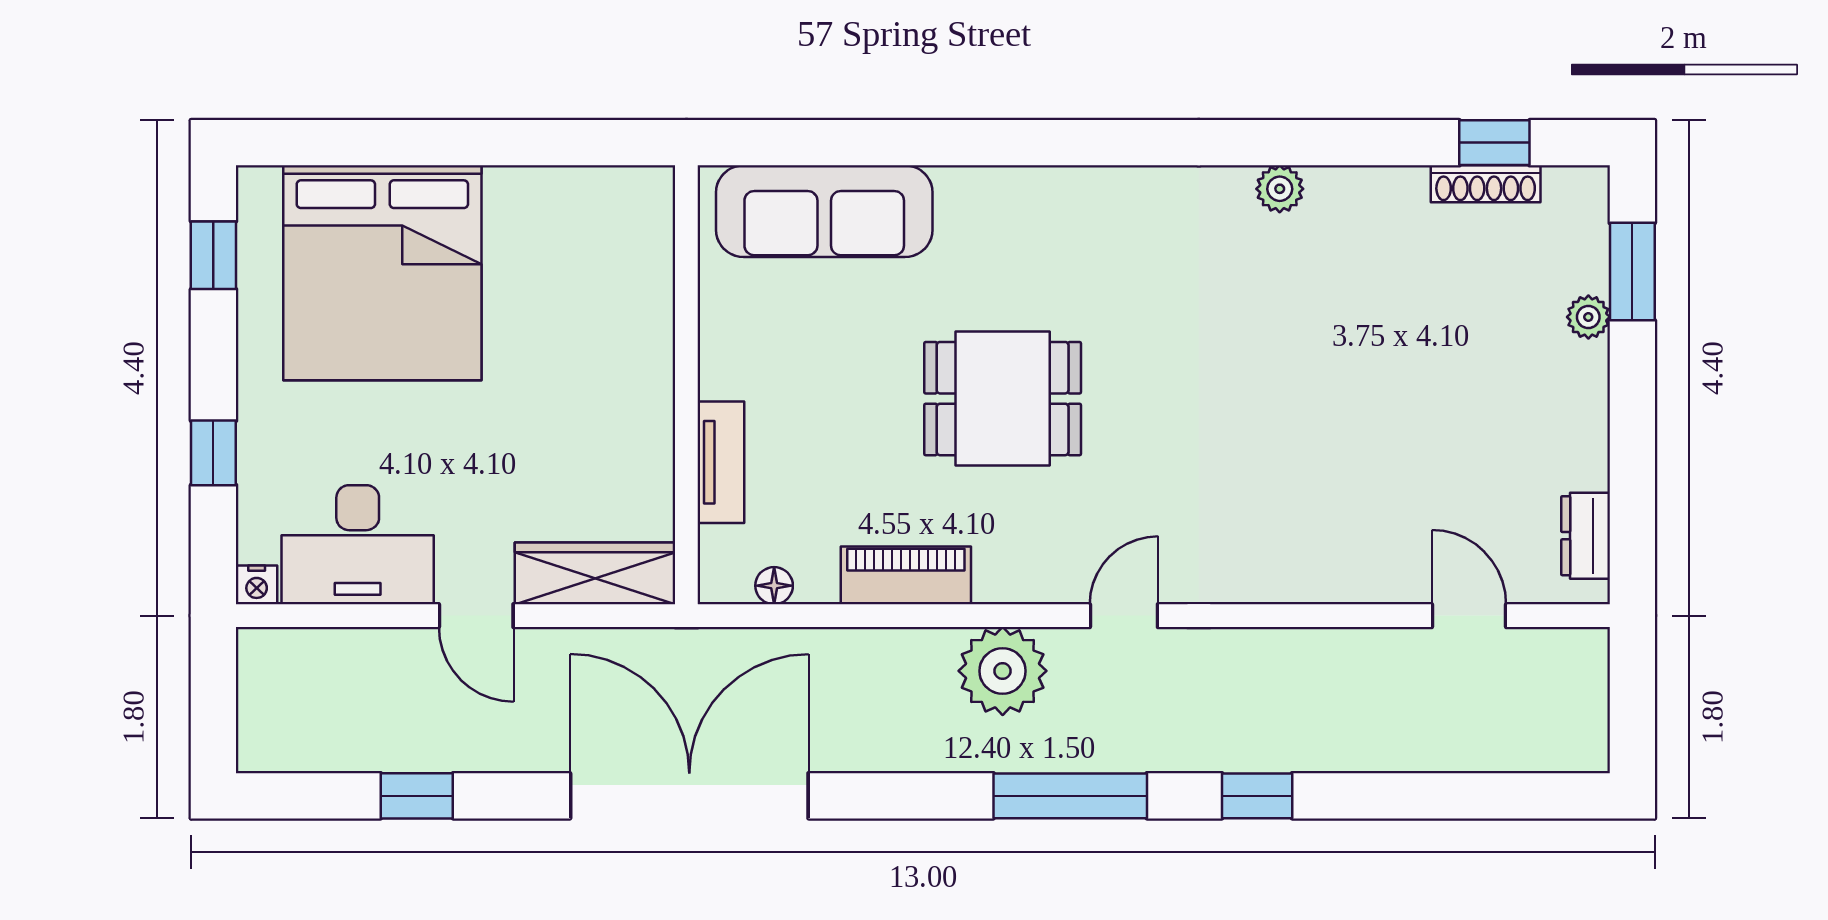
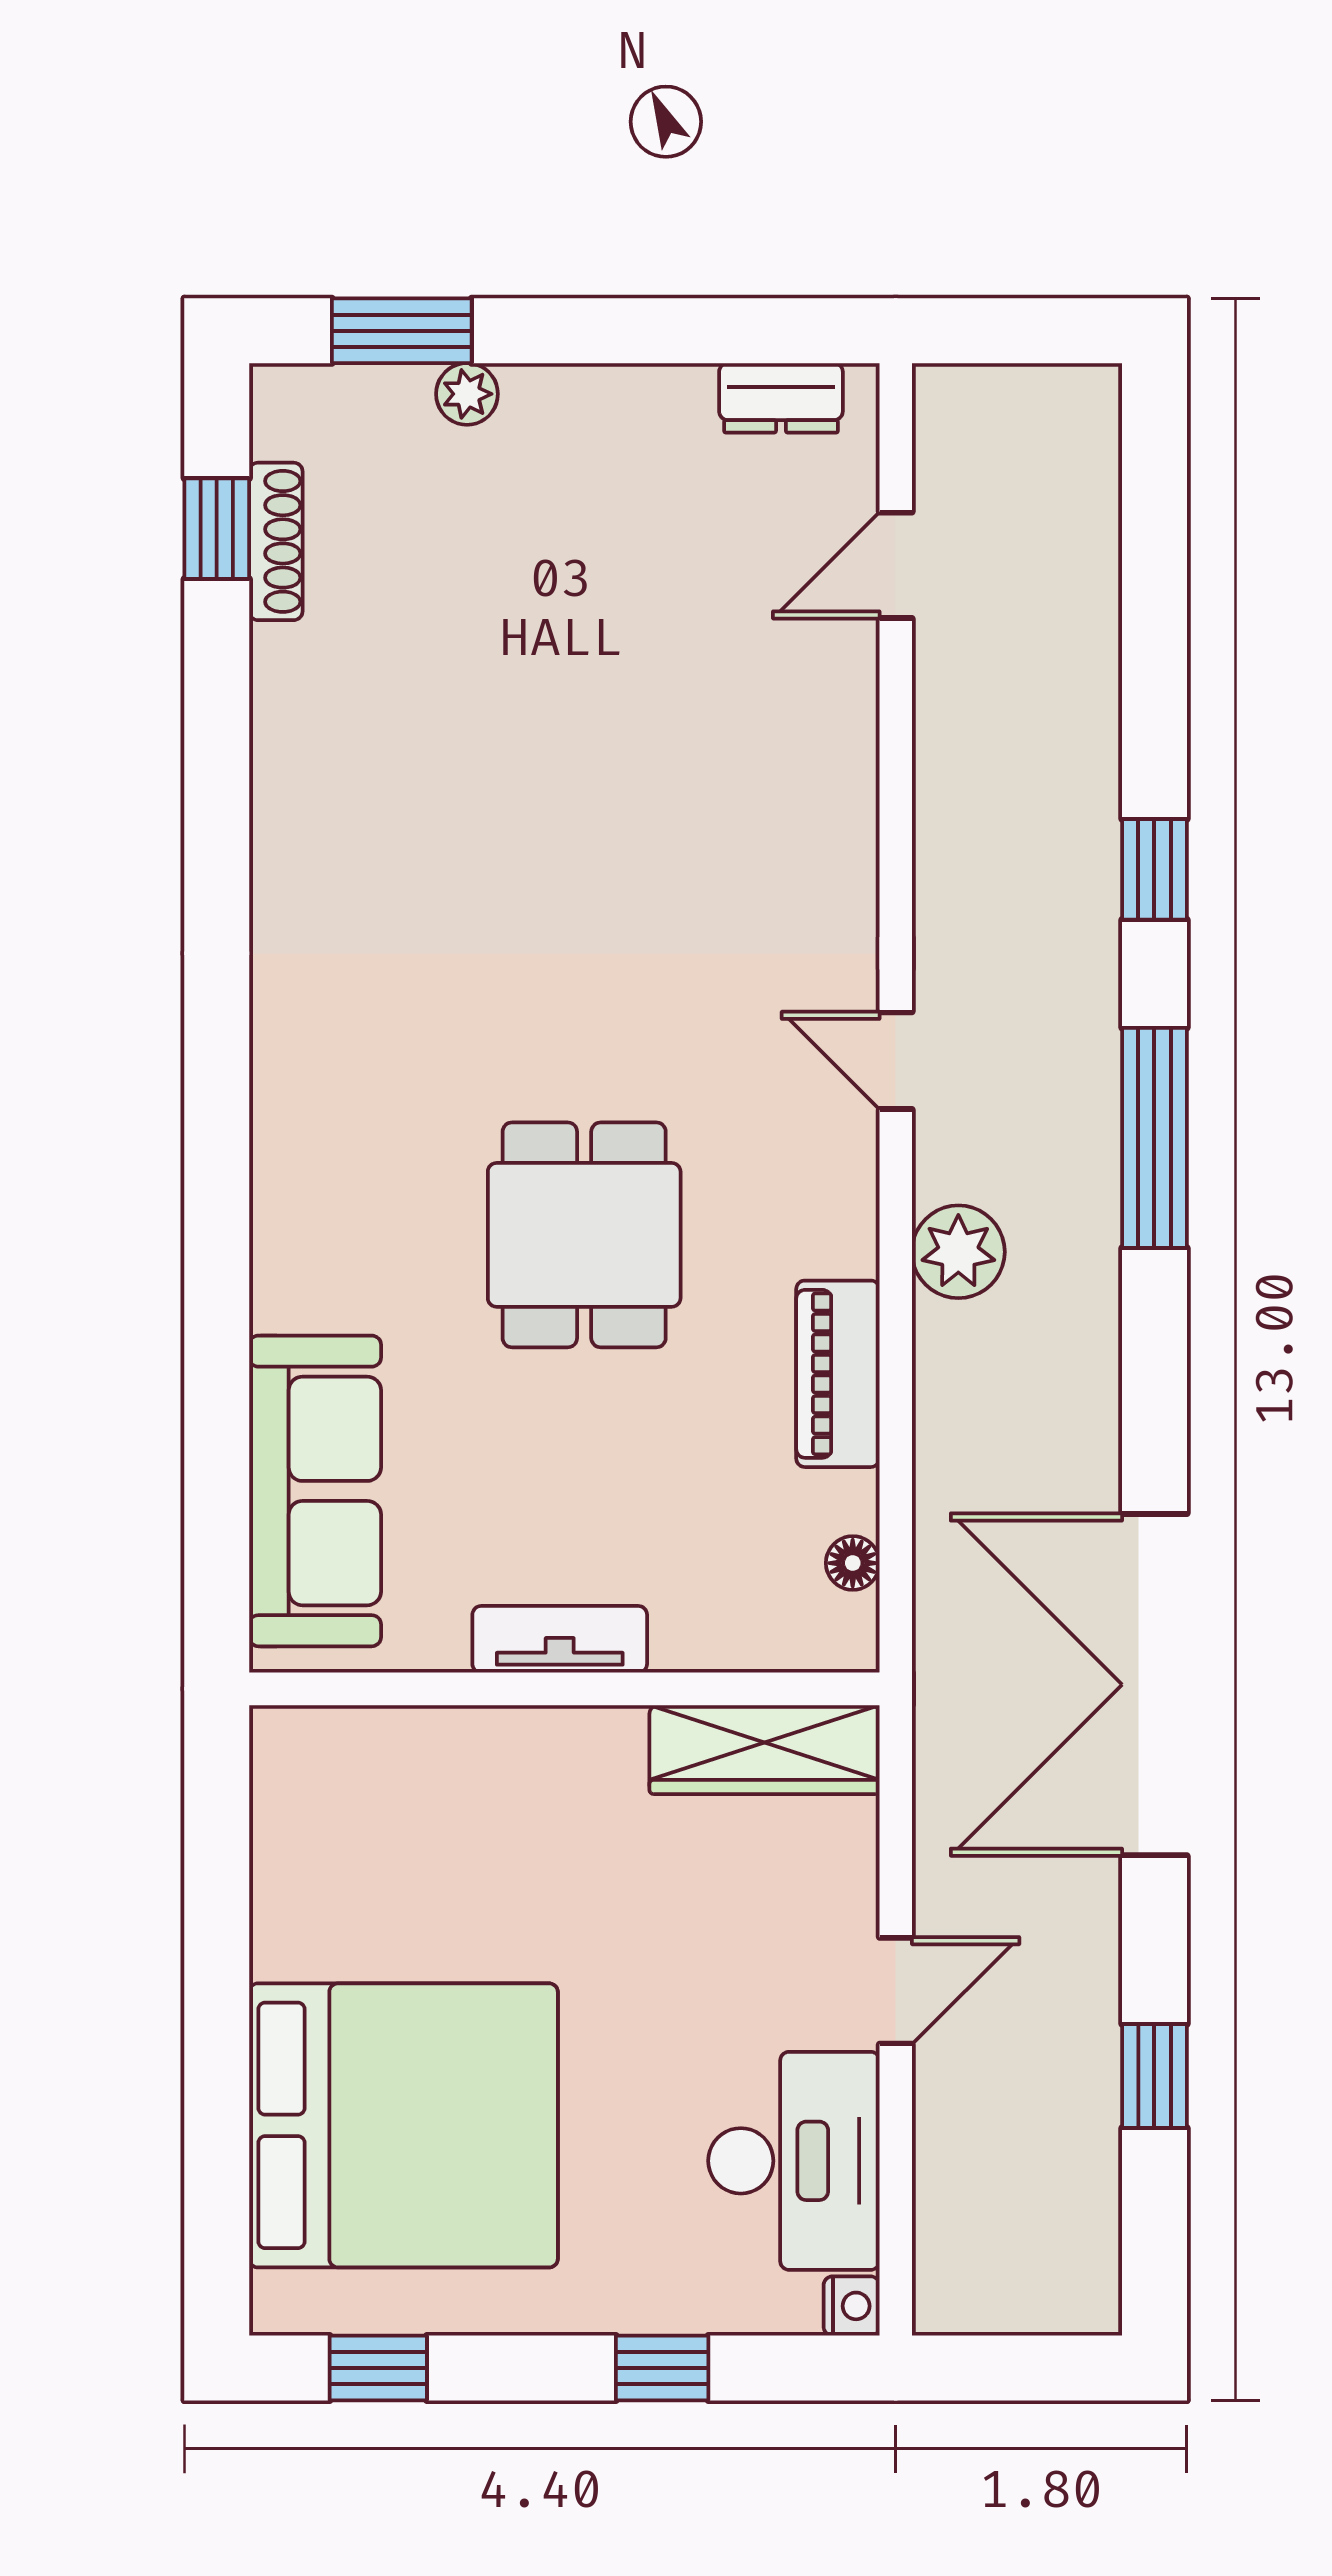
plant: (1280, 189) -> (283, 837), removed
tv unit: (721, 462) -> (560, 1639), moved
wardrobe: (595, 573) -> (764, 1750), moved, turned -90
plant: (1003, 671) -> (958, 1252), width x0.73, depth x0.73

